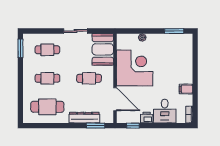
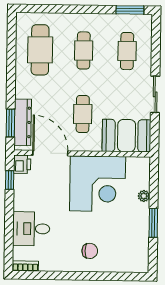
window: (174, 31) -> (153, 223), moved
chair: (179, 72) -> (90, 251), added
filing cabinet: (186, 89) -> (64, 262), removed
door: (115, 99) -> (50, 153), swing flipped
dresser: (84, 118) -> (23, 122), moved
printer: (147, 118) -> (22, 164), moved

